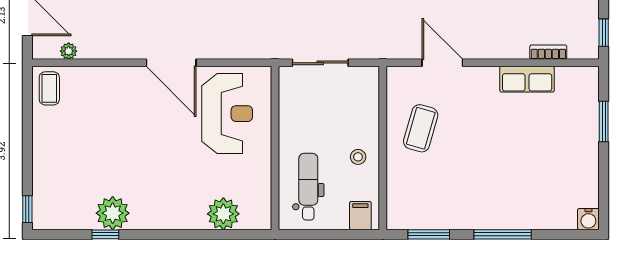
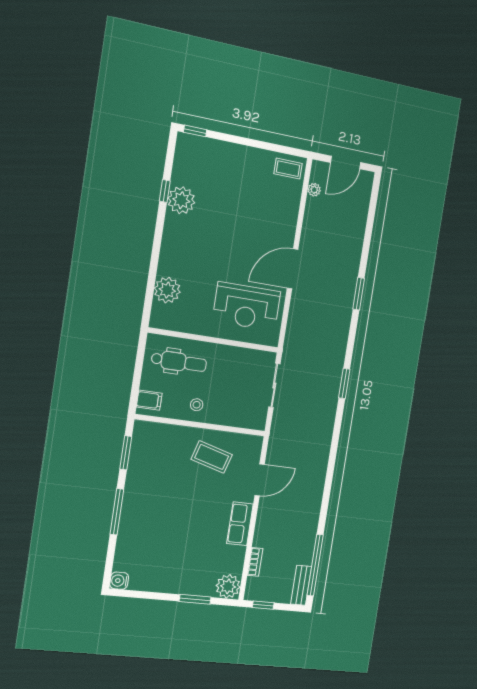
row of seats: (527, 79) -> (240, 524), moved
plant: (583, 82) -> (228, 586), added

